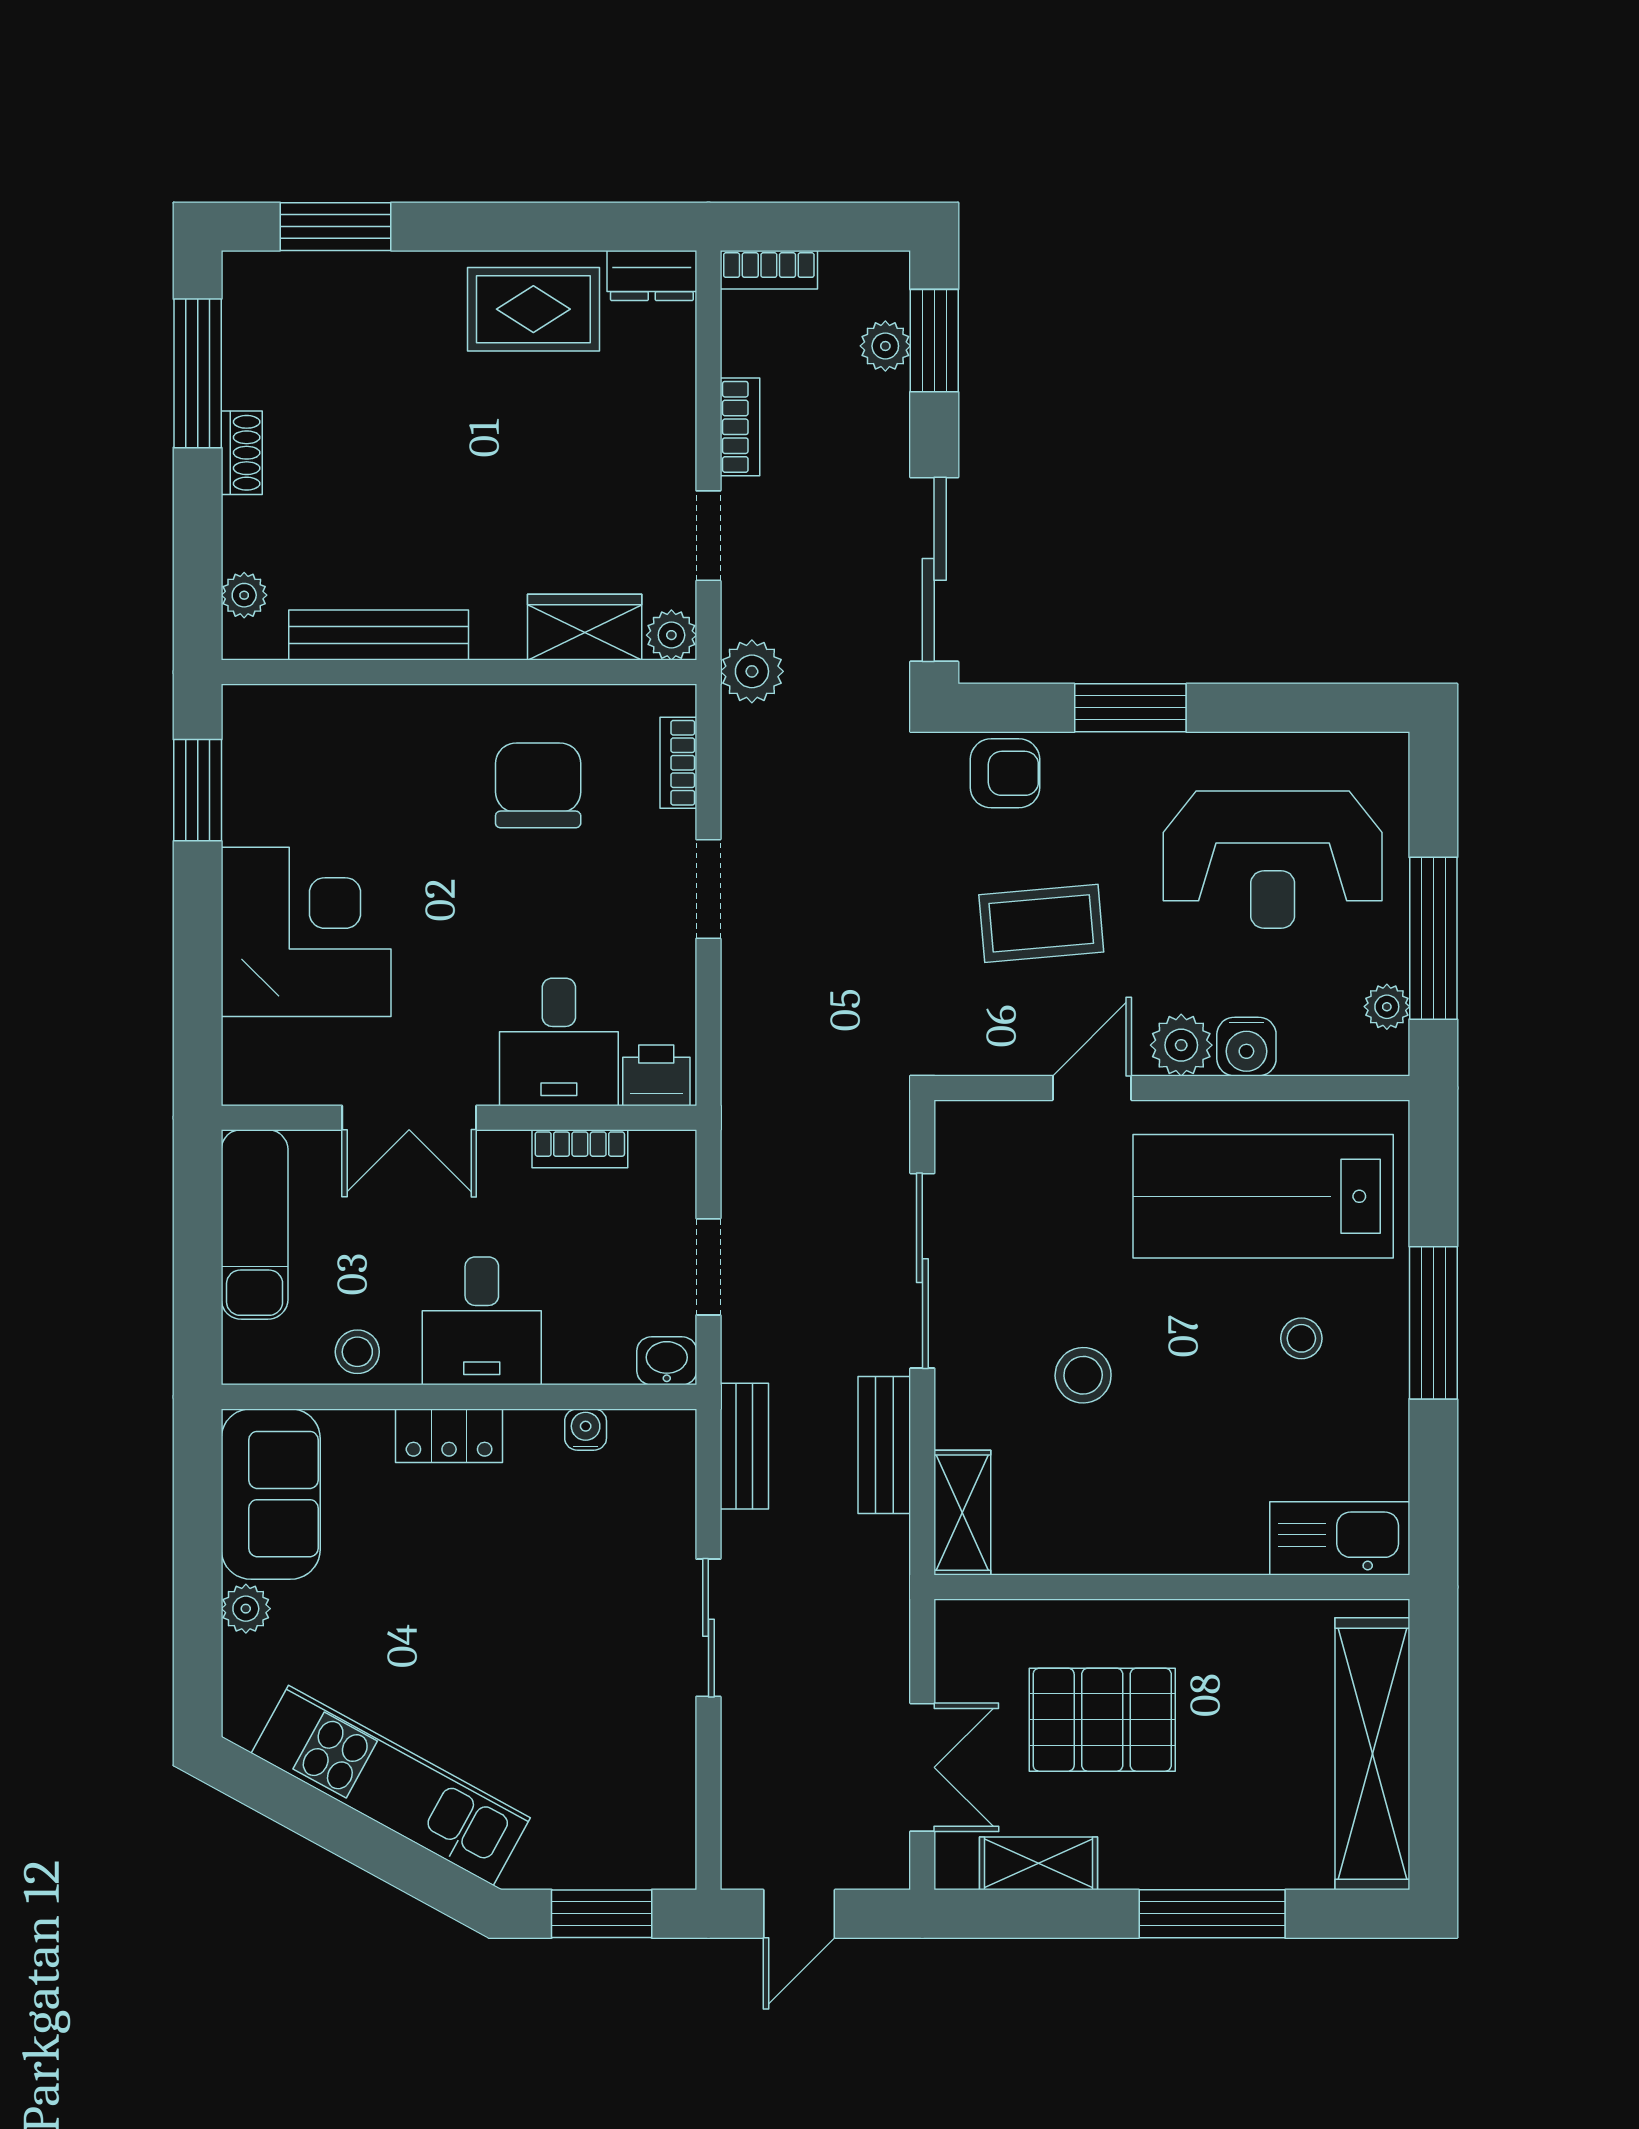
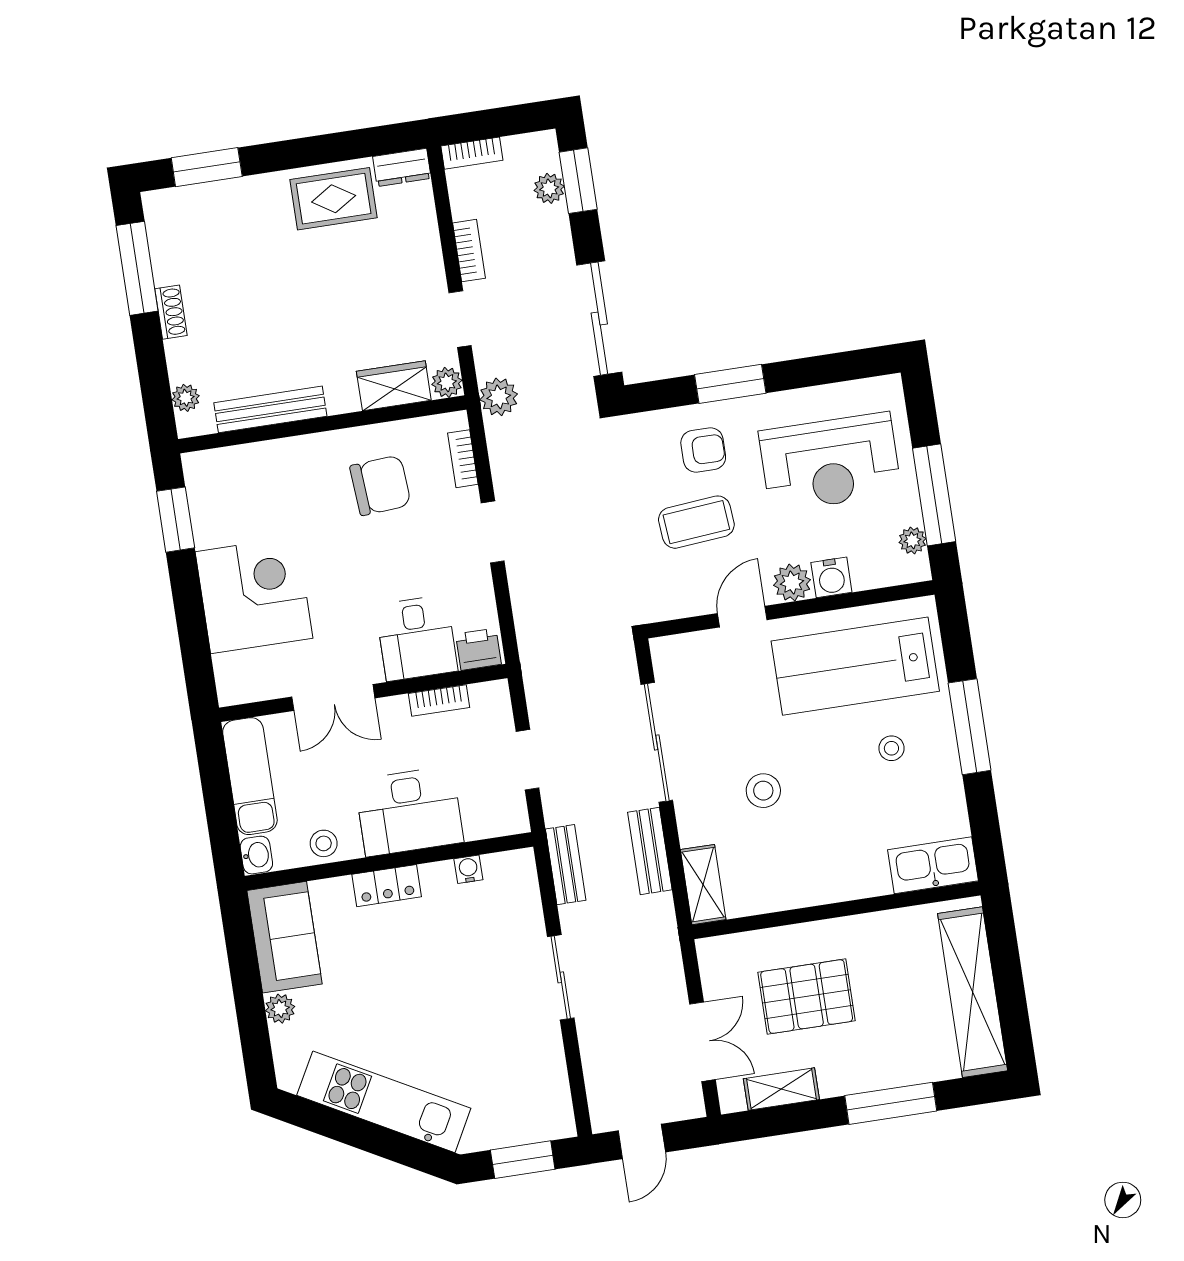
armchair: (1005, 773) -> (703, 450), moved
chair: (538, 785) -> (380, 485), turned 86
desk: (482, 1321) -> (409, 811), width x1.37
washbasin: (667, 1361) -> (256, 855), moved, turned 90

